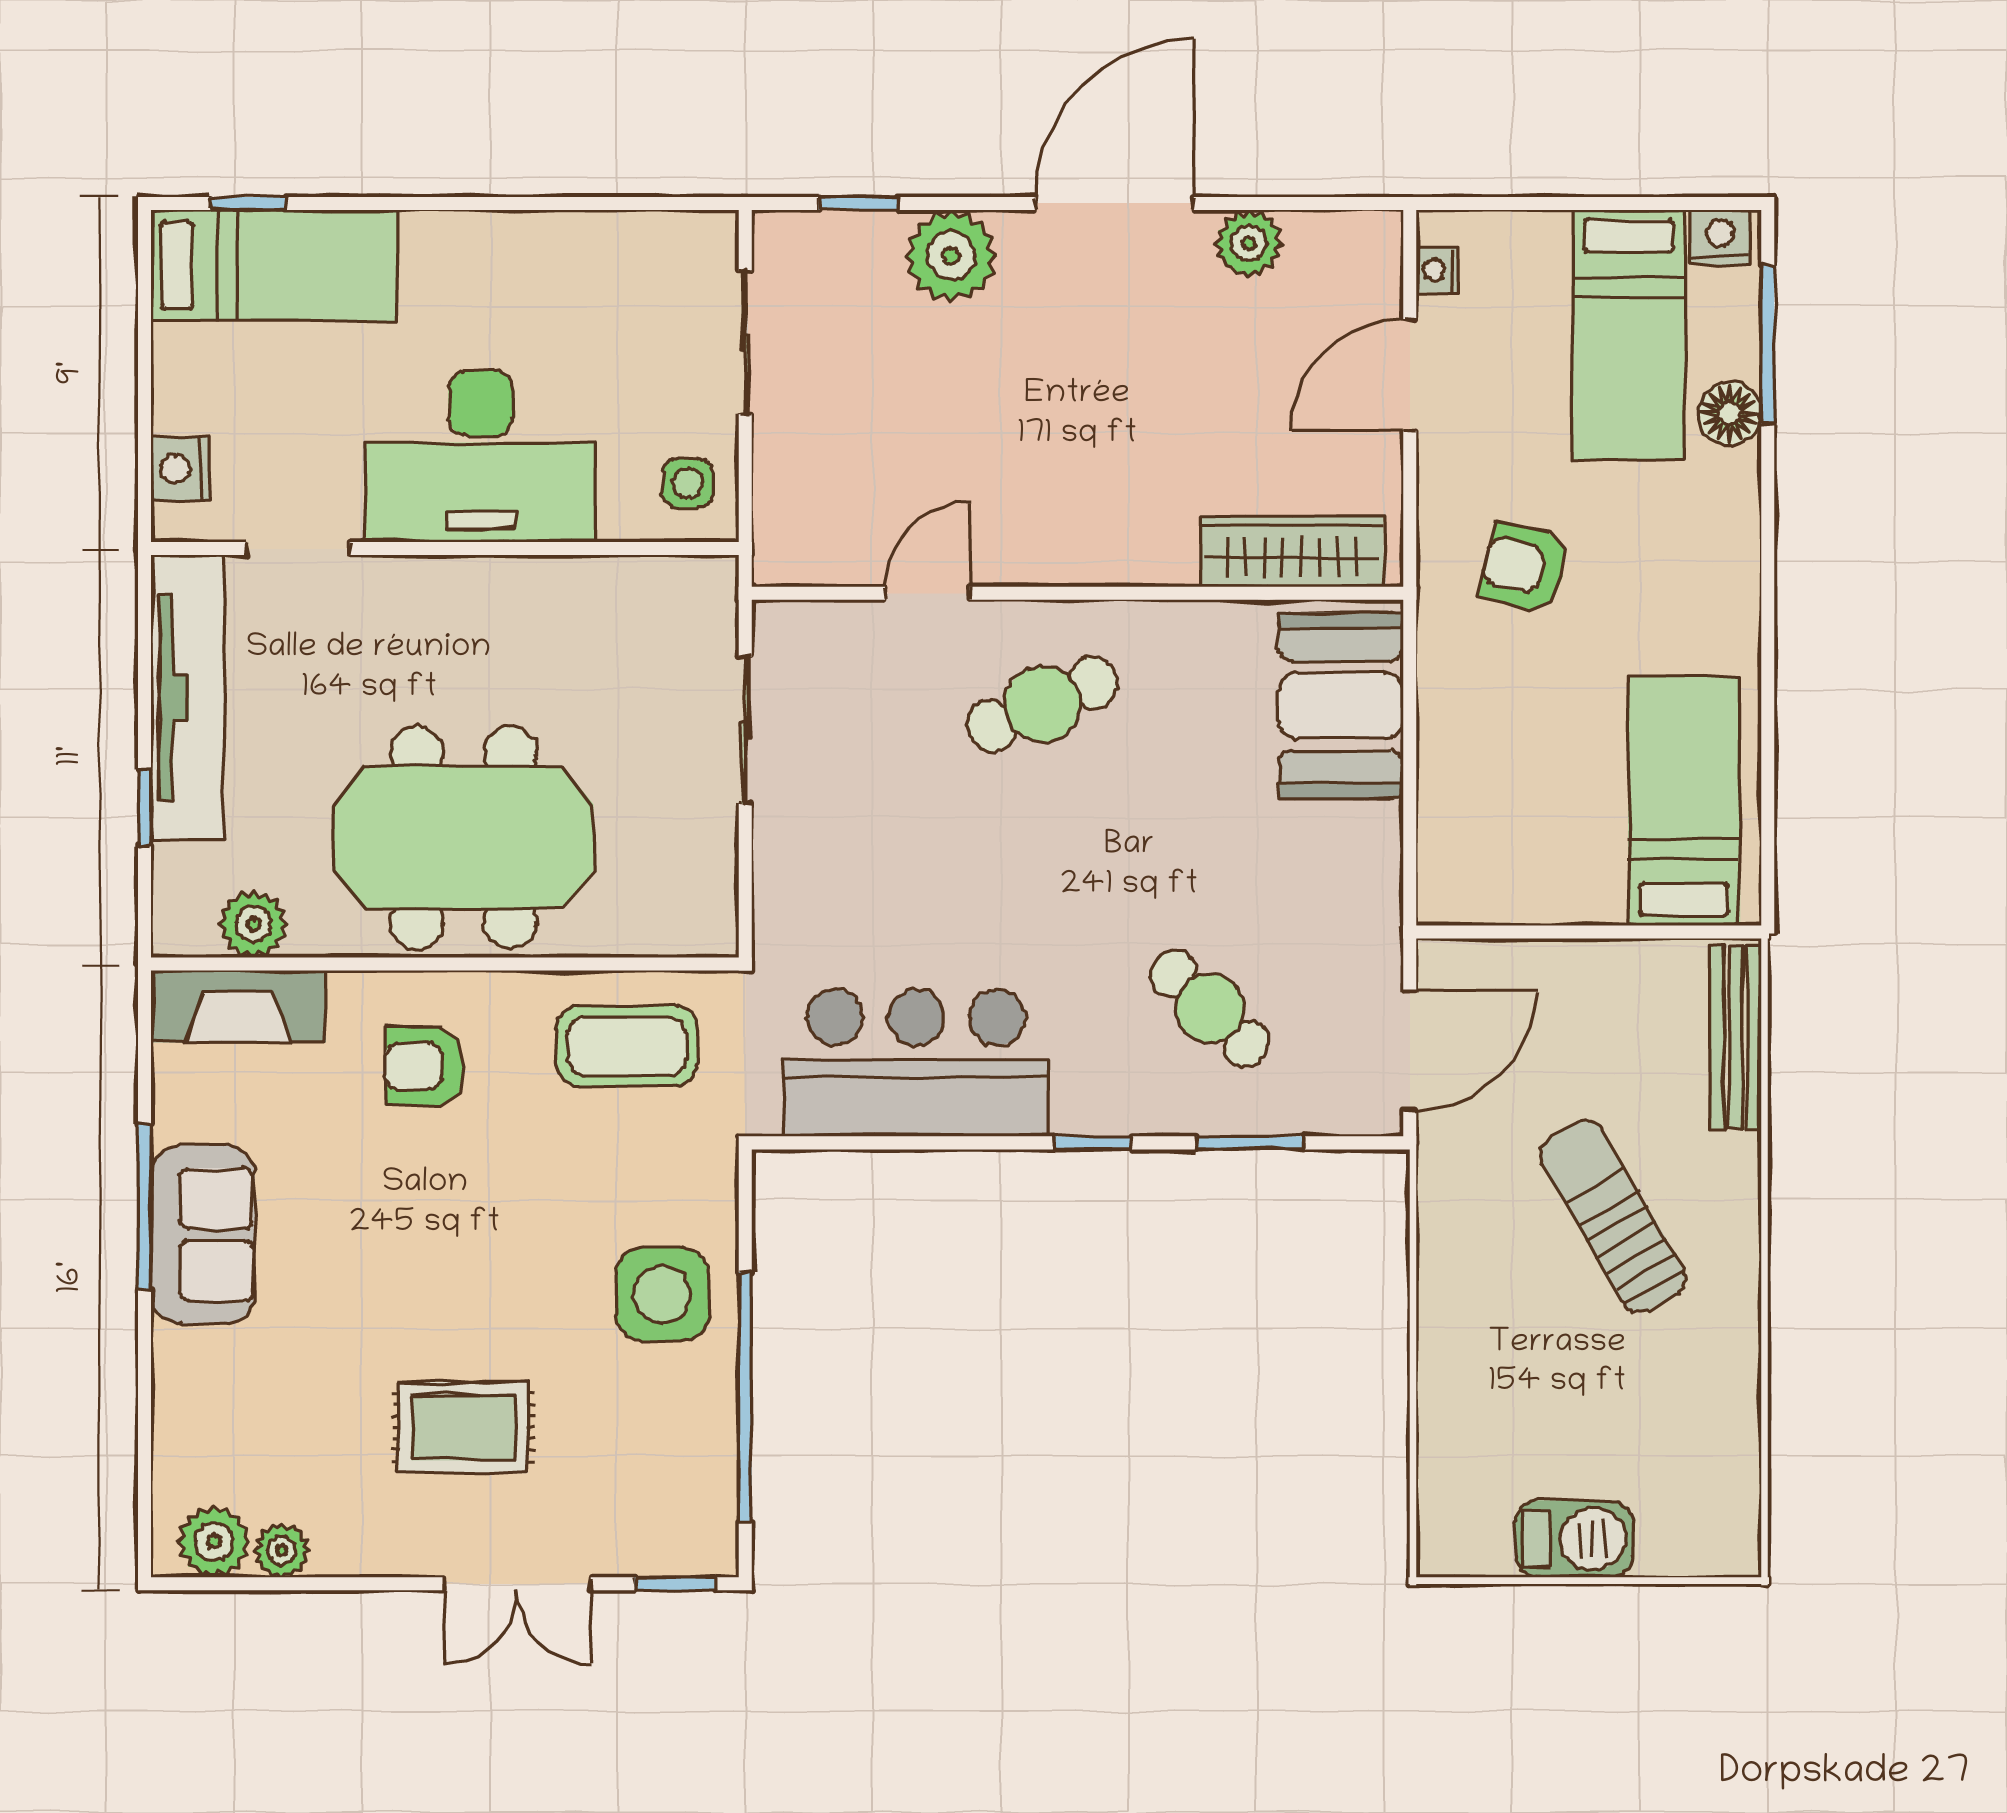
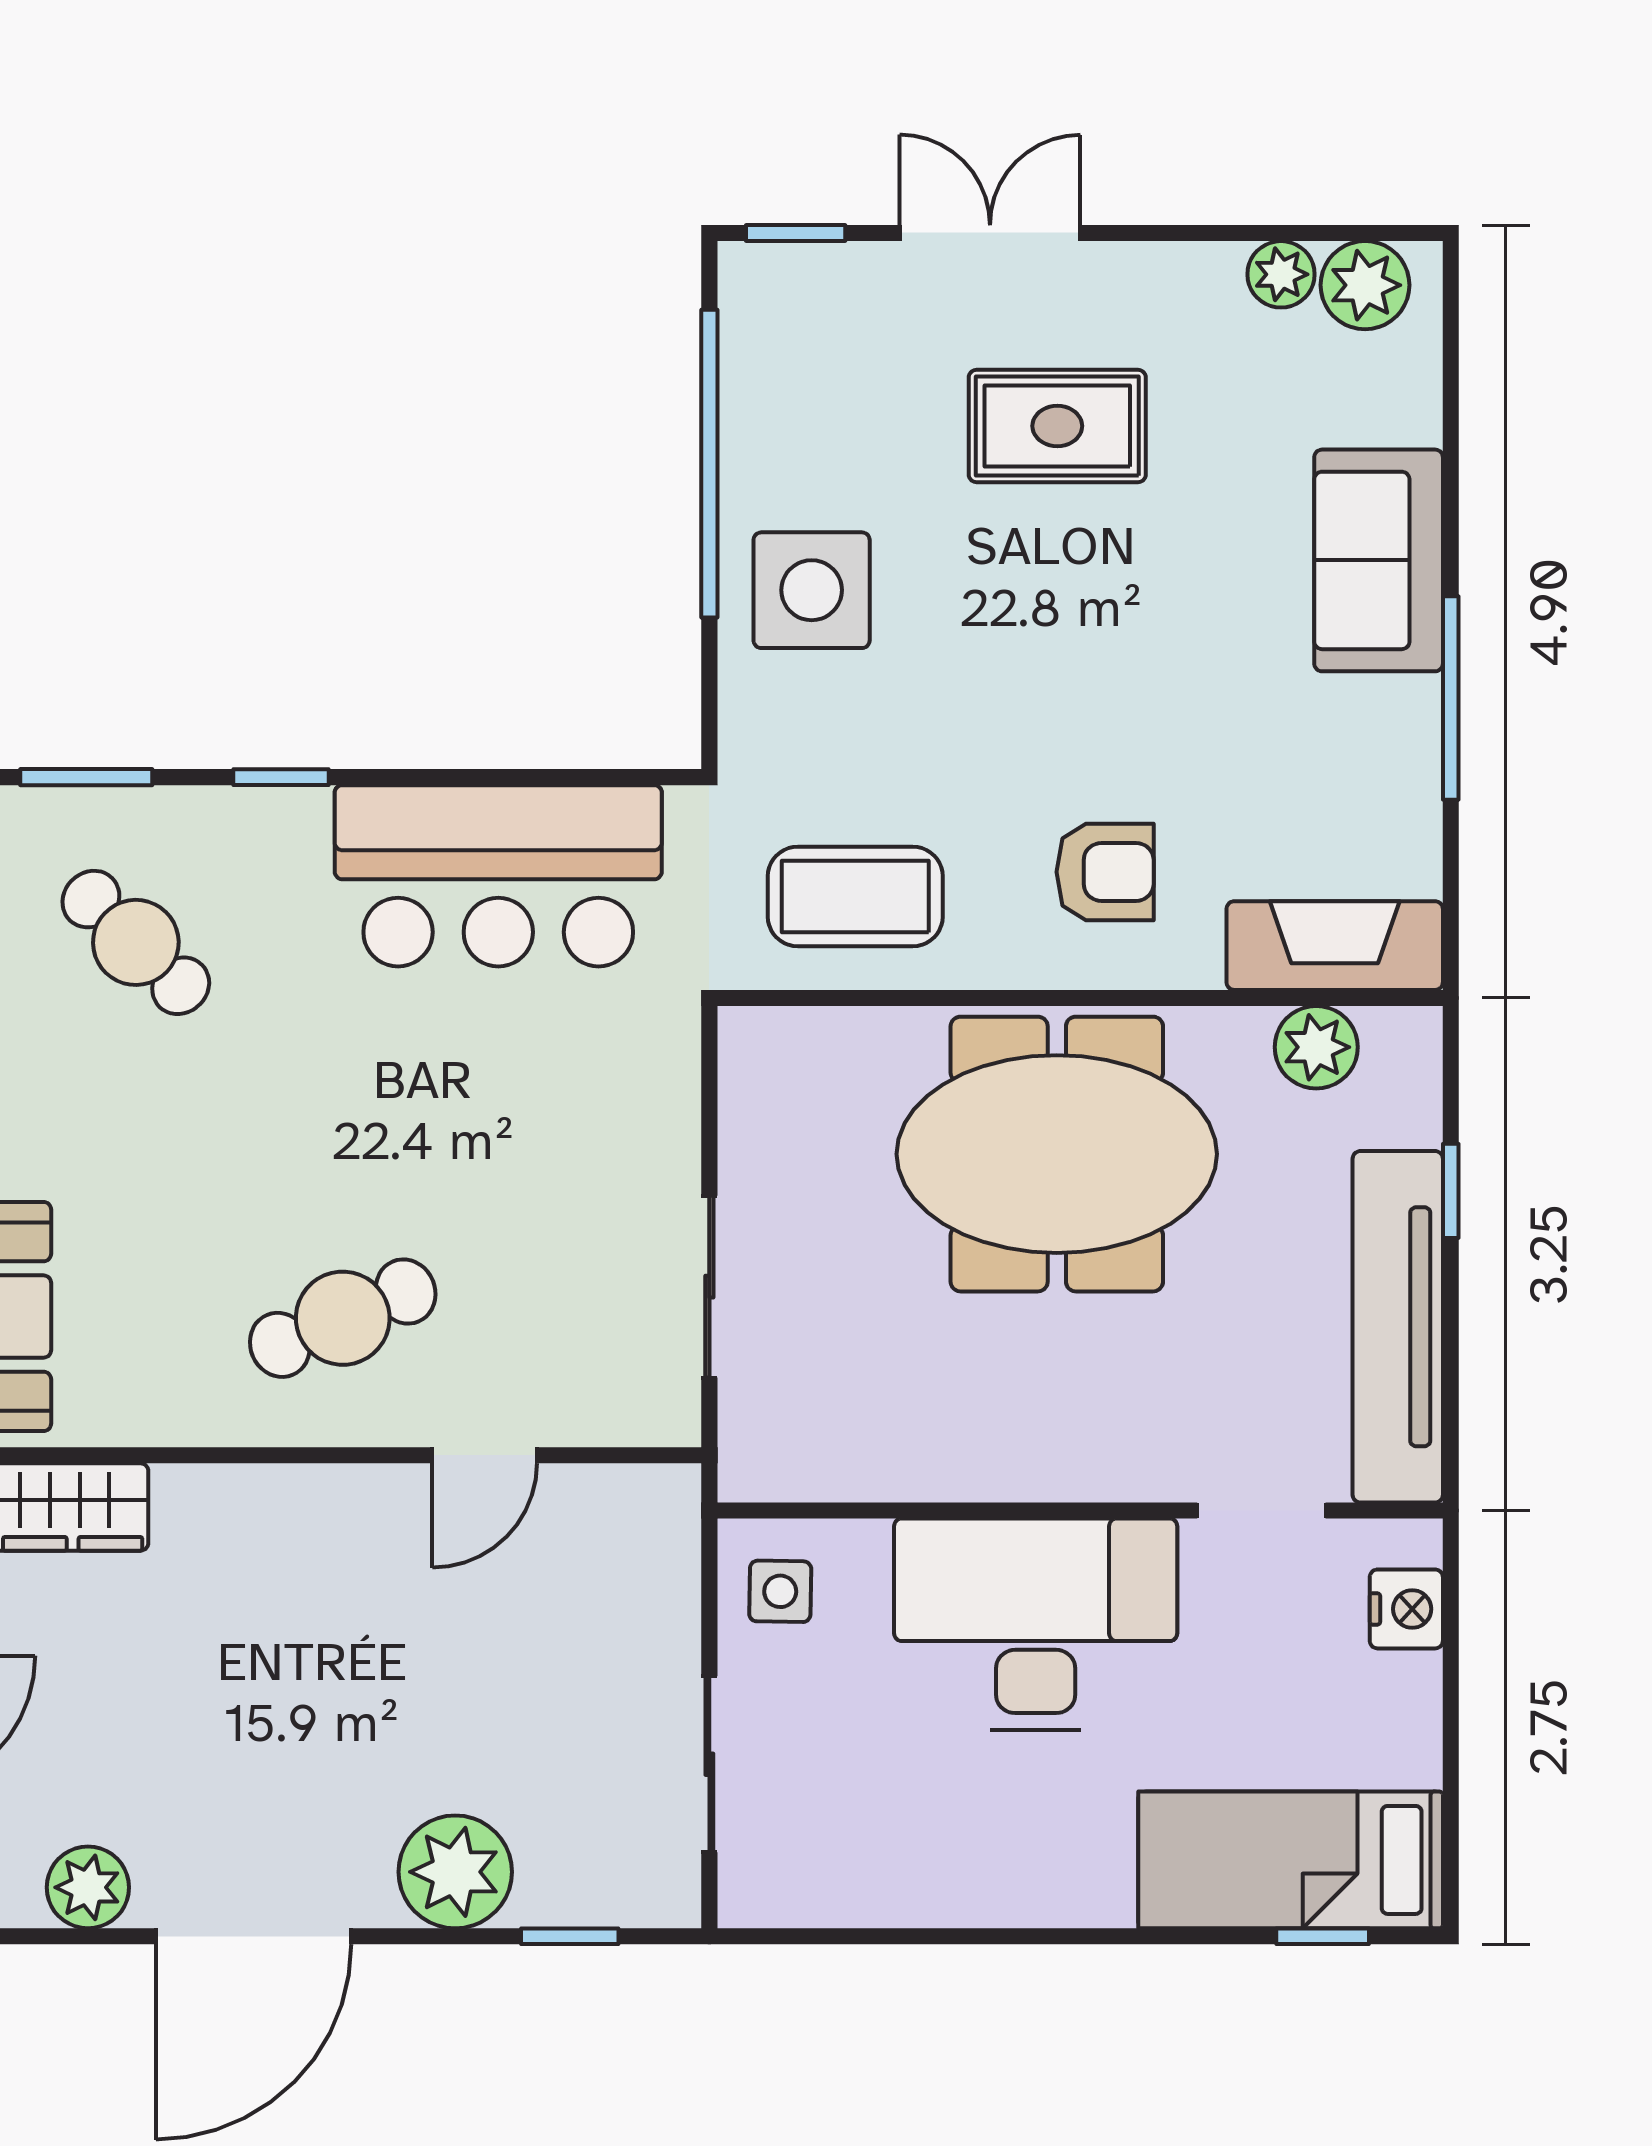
sofa: (203, 1235) -> (1379, 560), moved

